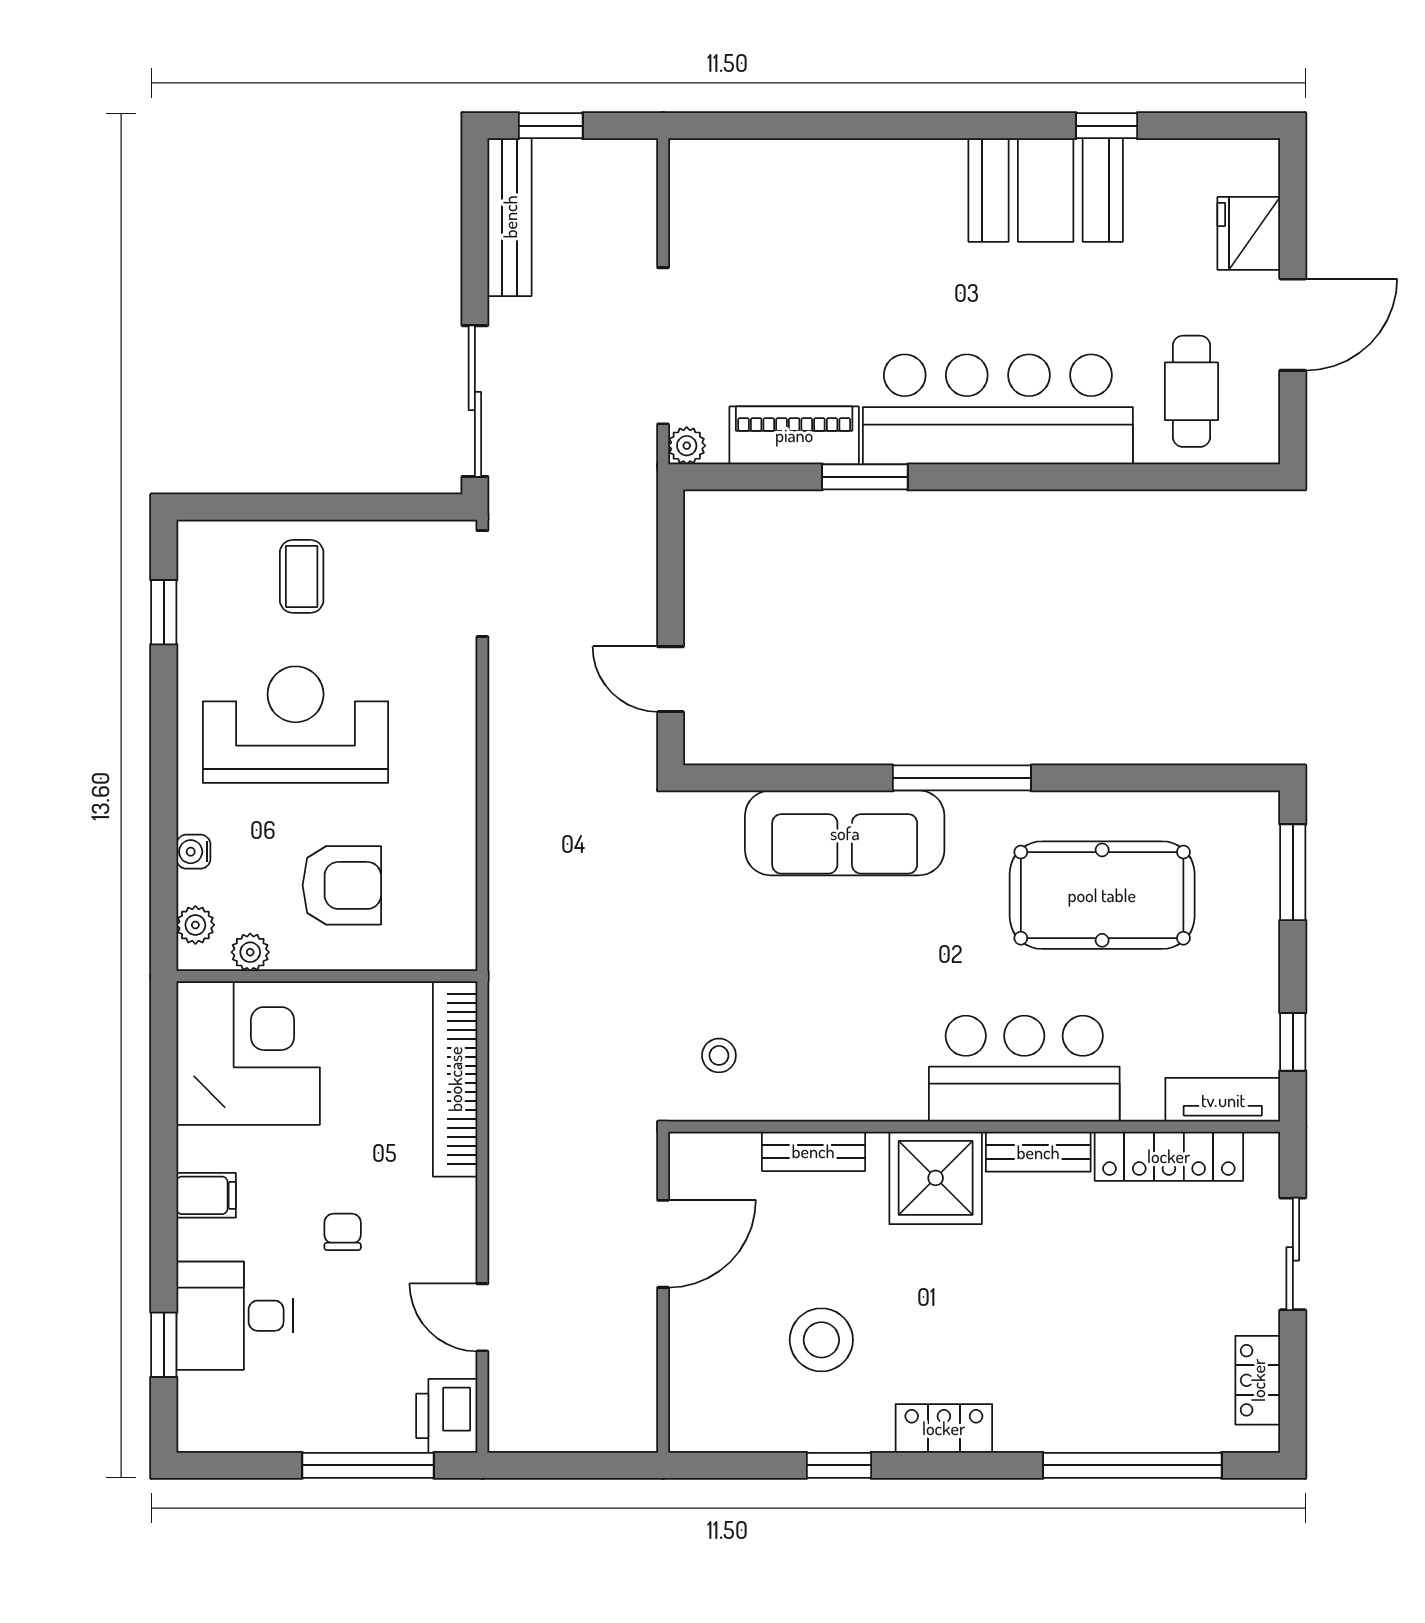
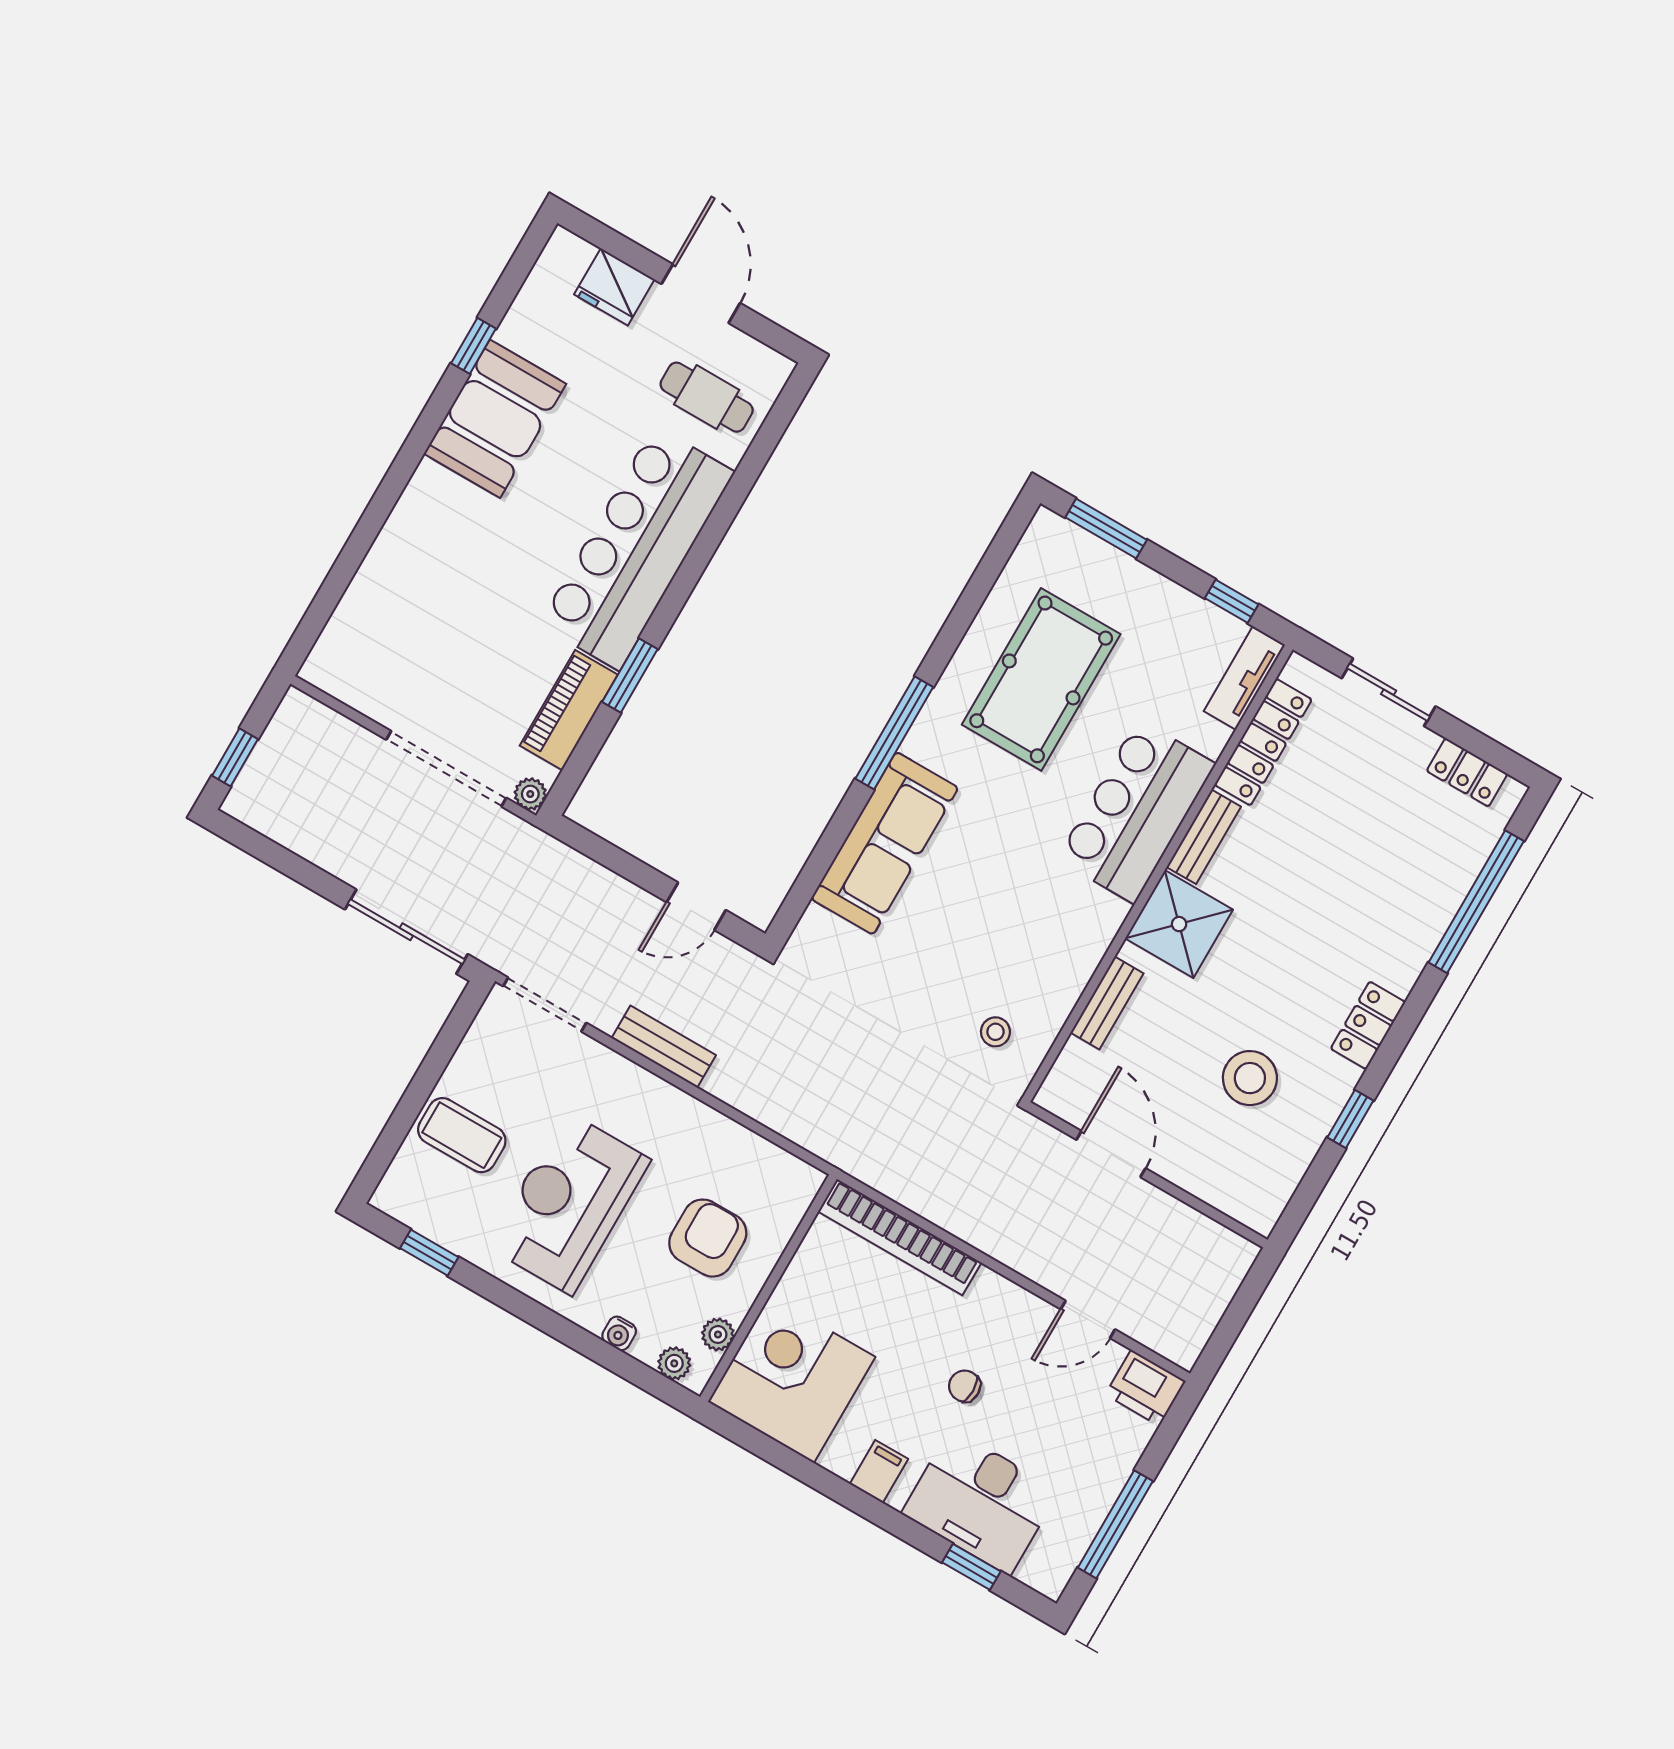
bench: (510, 217) -> (664, 1047), moved, width x0.73
coffee table: (302, 576) -> (462, 1135), width x1.36, depth x1.30
desk: (235, 1316) -> (980, 1502), width x1.37
window: (368, 1465) -> (1115, 1524), moved

